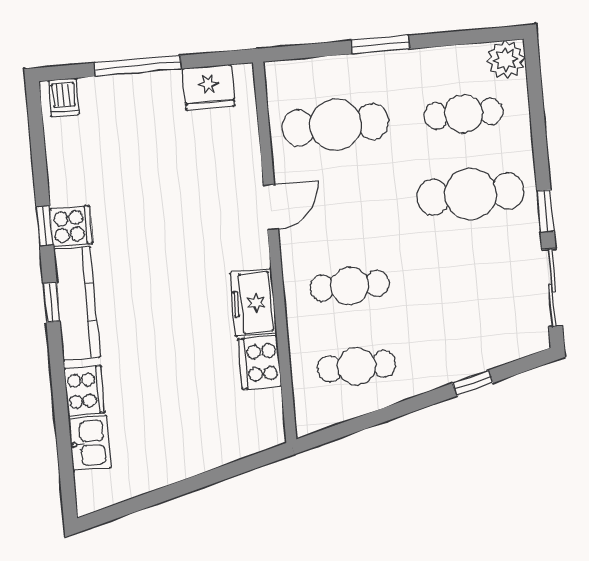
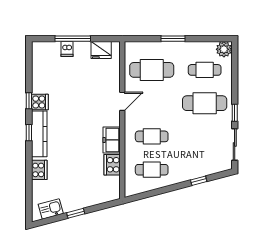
dishwasher: (64, 97) -> (67, 49), moved
kitchen sink: (90, 443) -> (51, 209), moved, turned -105
window: (182, 488) -> (76, 213), added

